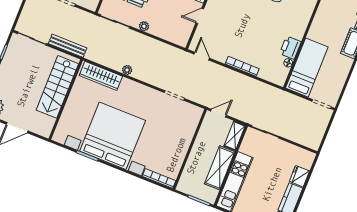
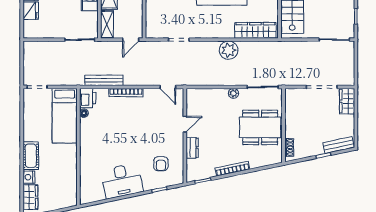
bench: (68, 46) -> (104, 80), moved
printer: (290, 48) -> (88, 98), moved
plant: (127, 70) -> (229, 50), width x1.87, depth x1.87

